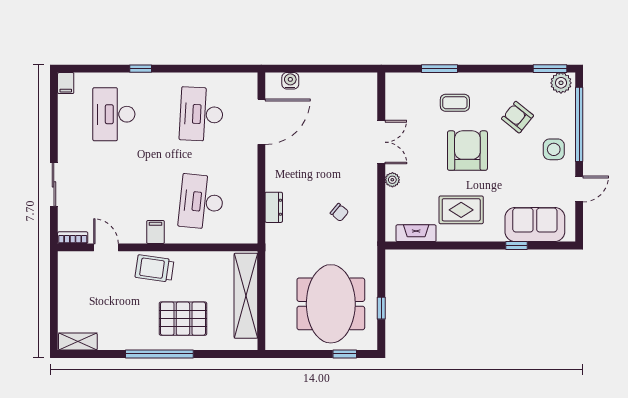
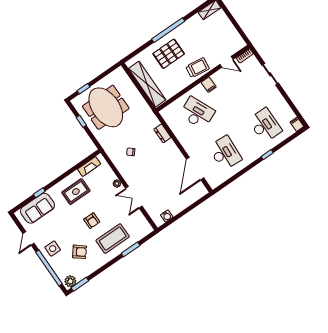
water cooler: (290, 81) -> (167, 216), moved
coffee table: (455, 103) -> (113, 239), width x1.86, depth x1.72
armchair: (467, 151) -> (92, 221), width x0.53, depth x0.53
desk: (201, 202) -> (197, 113), turned -30

